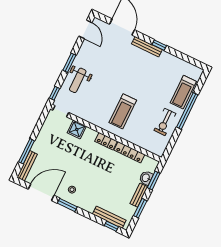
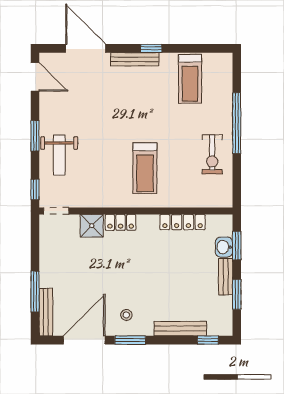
treadmill: (183, 92) -> (190, 79), moved
locker: (106, 141) -> (121, 222), moved
bench: (109, 217) -> (180, 329), moved

